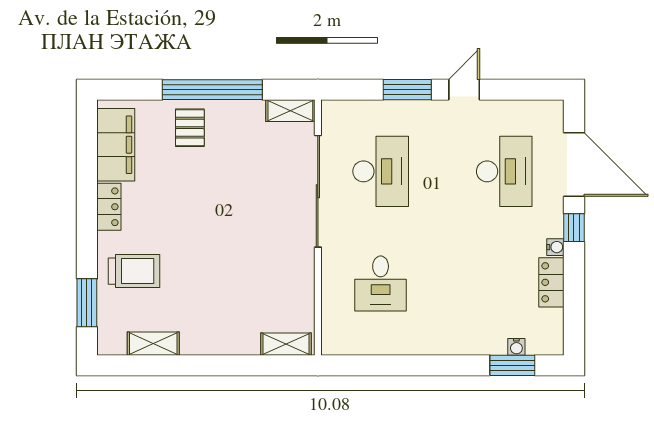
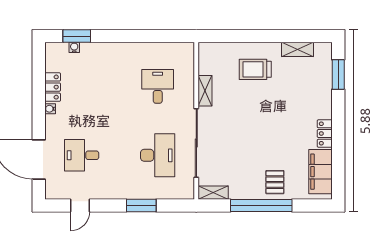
door: (464, 90) -> (80, 206), moved
desk: (381, 171) -> (158, 155), turned 180
desk: (504, 171) -> (82, 155), width x0.73
window: (574, 228) -> (39, 121), removed
trolley: (134, 271) -> (255, 69), moved
shelving: (286, 344) -> (205, 91), moved, turned 90

